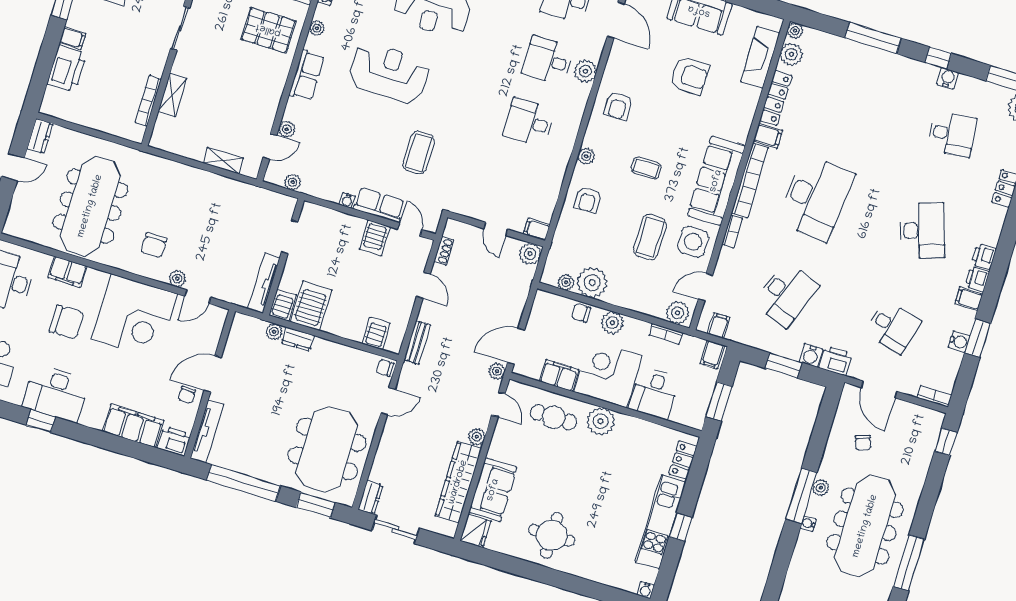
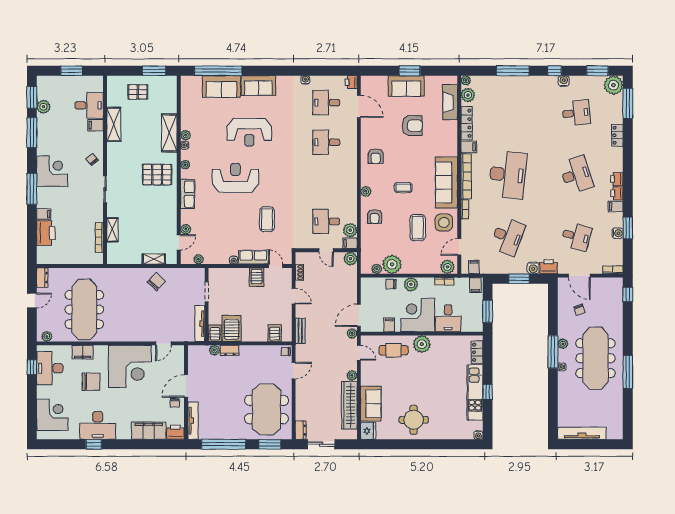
plant: (585, 71) -> (350, 230), moved
desk: (529, 122) -> (326, 221), moved
chair: (154, 245) -> (156, 282), moved, turned -137
plant: (177, 279) -> (47, 336), moved
filing cabinet: (559, 375) -> (389, 325), width x0.50

